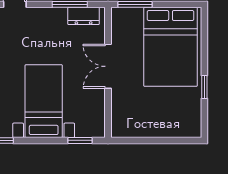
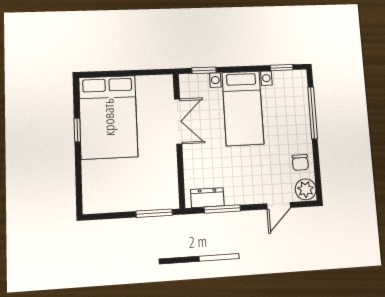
bed: (171, 47) -> (108, 117), moved, turned 180
double door: (108, 66) -> (178, 121), moved

